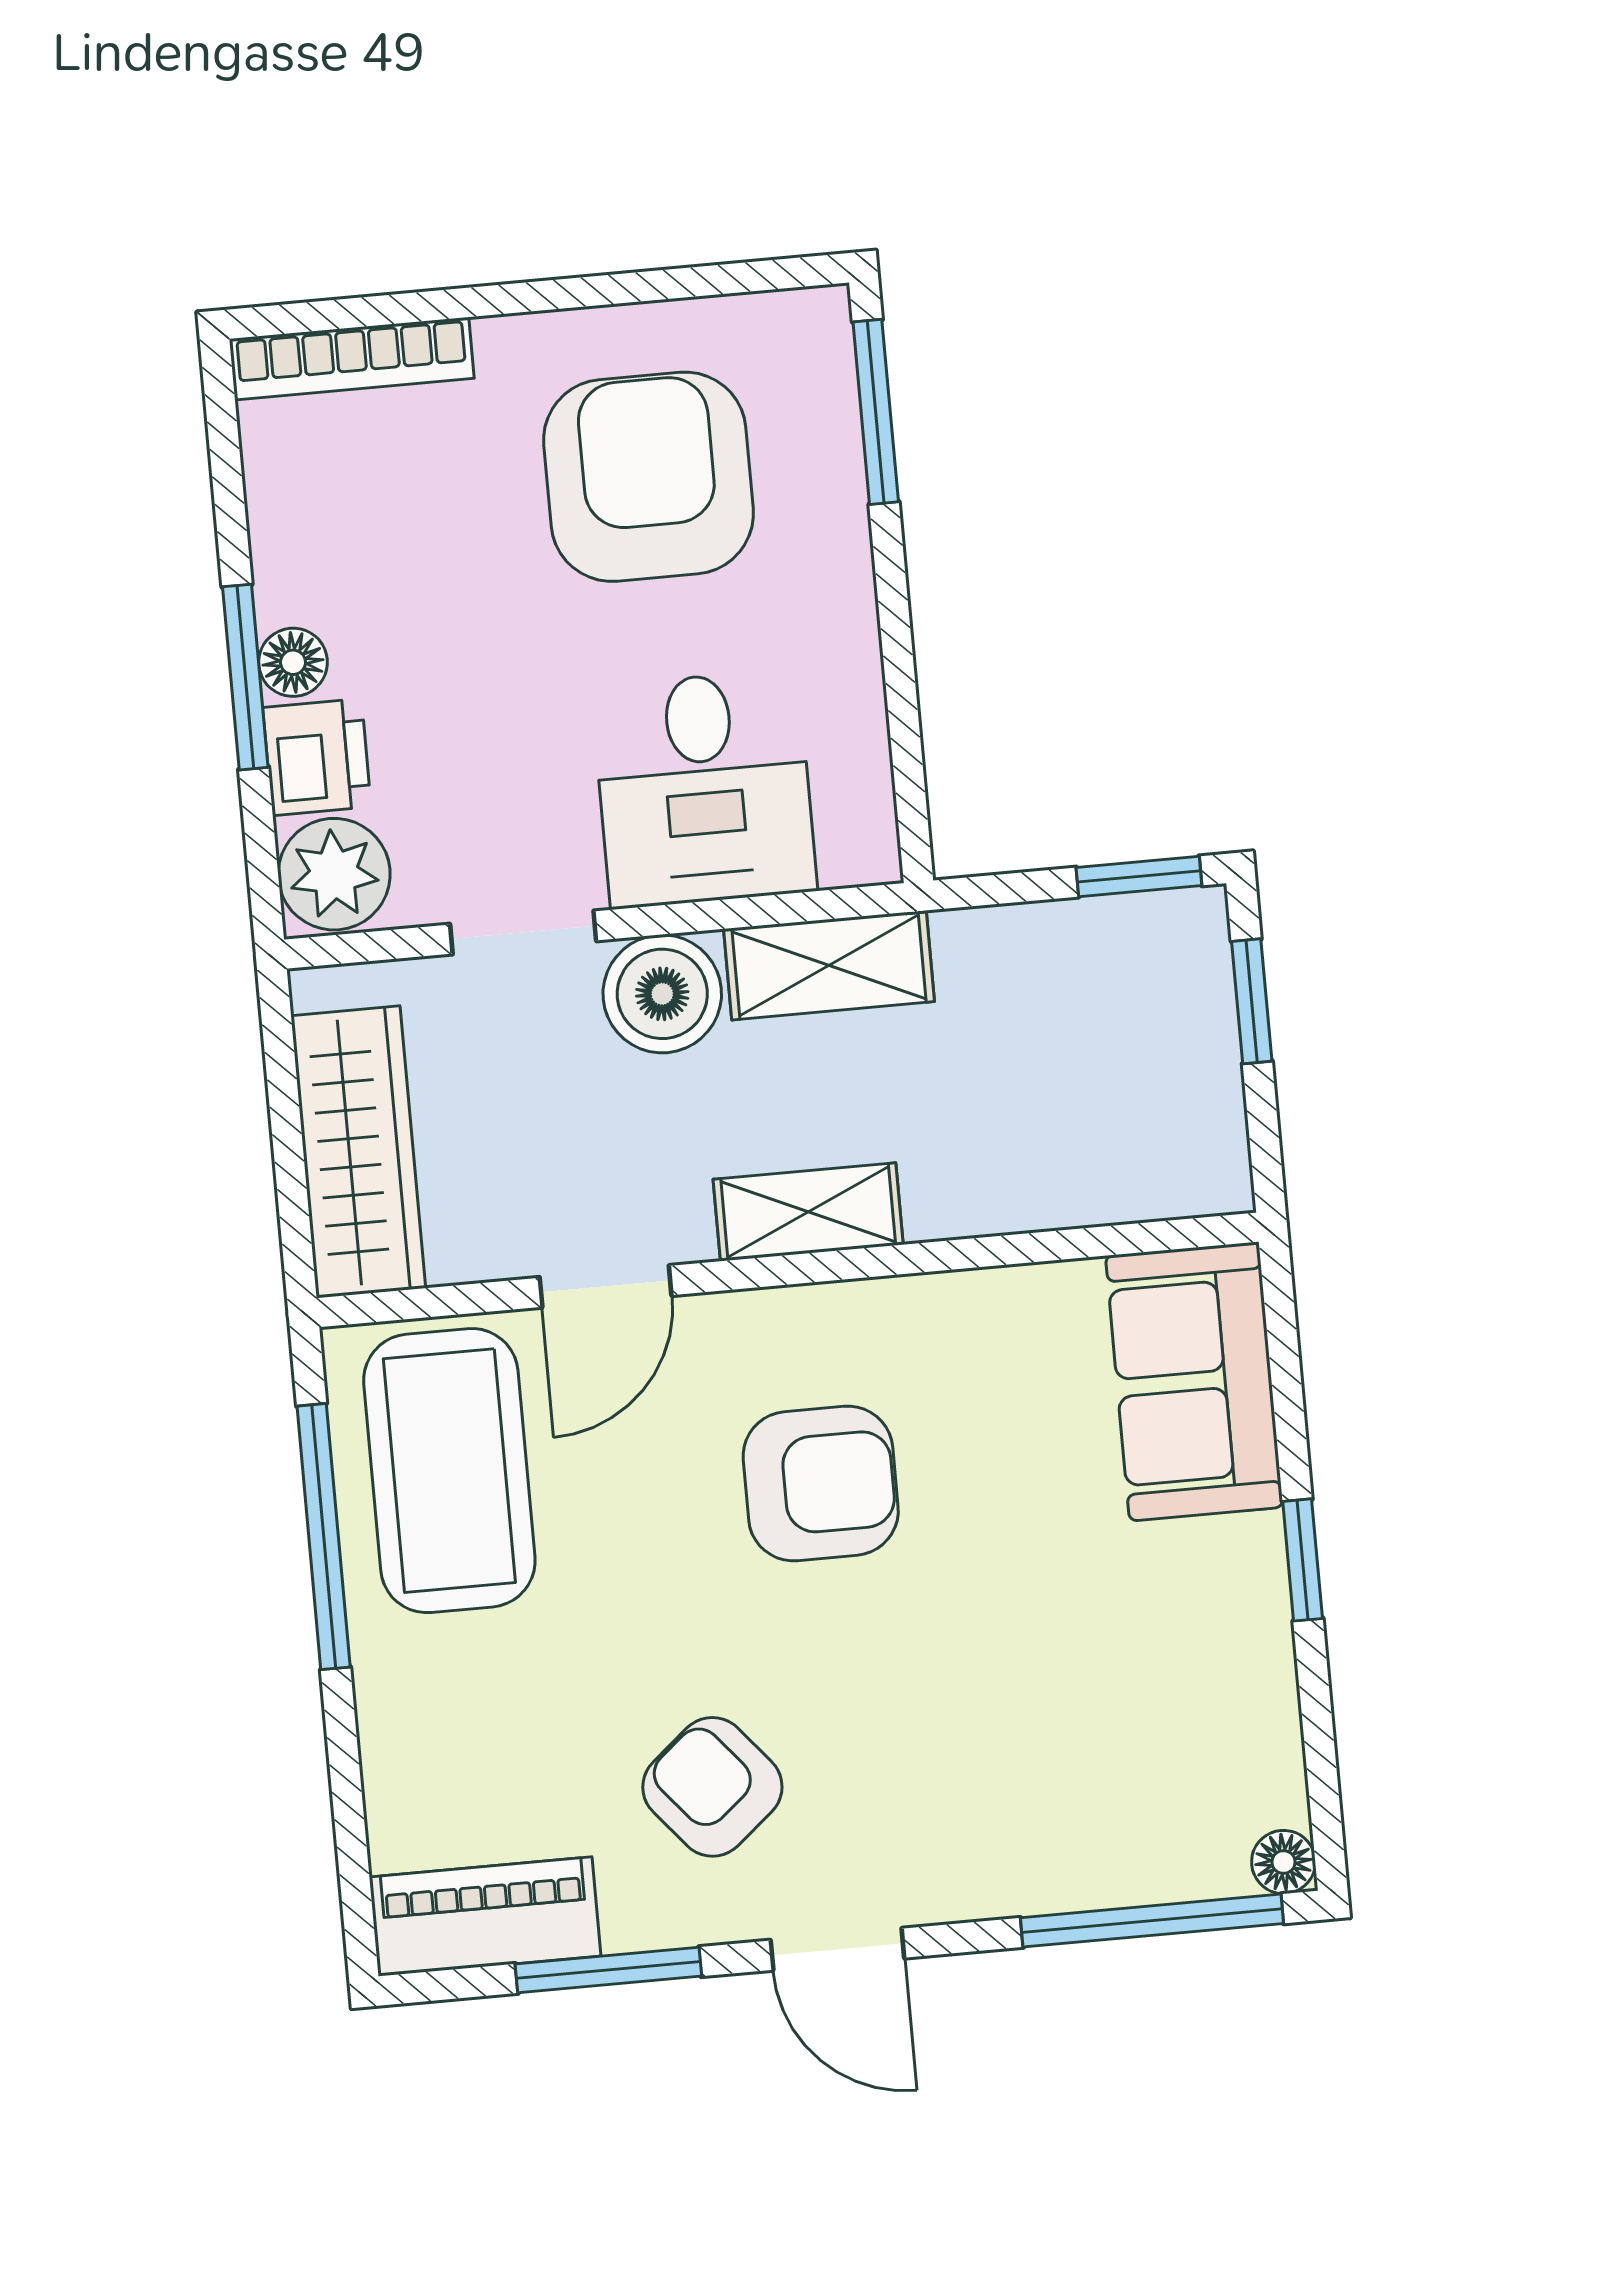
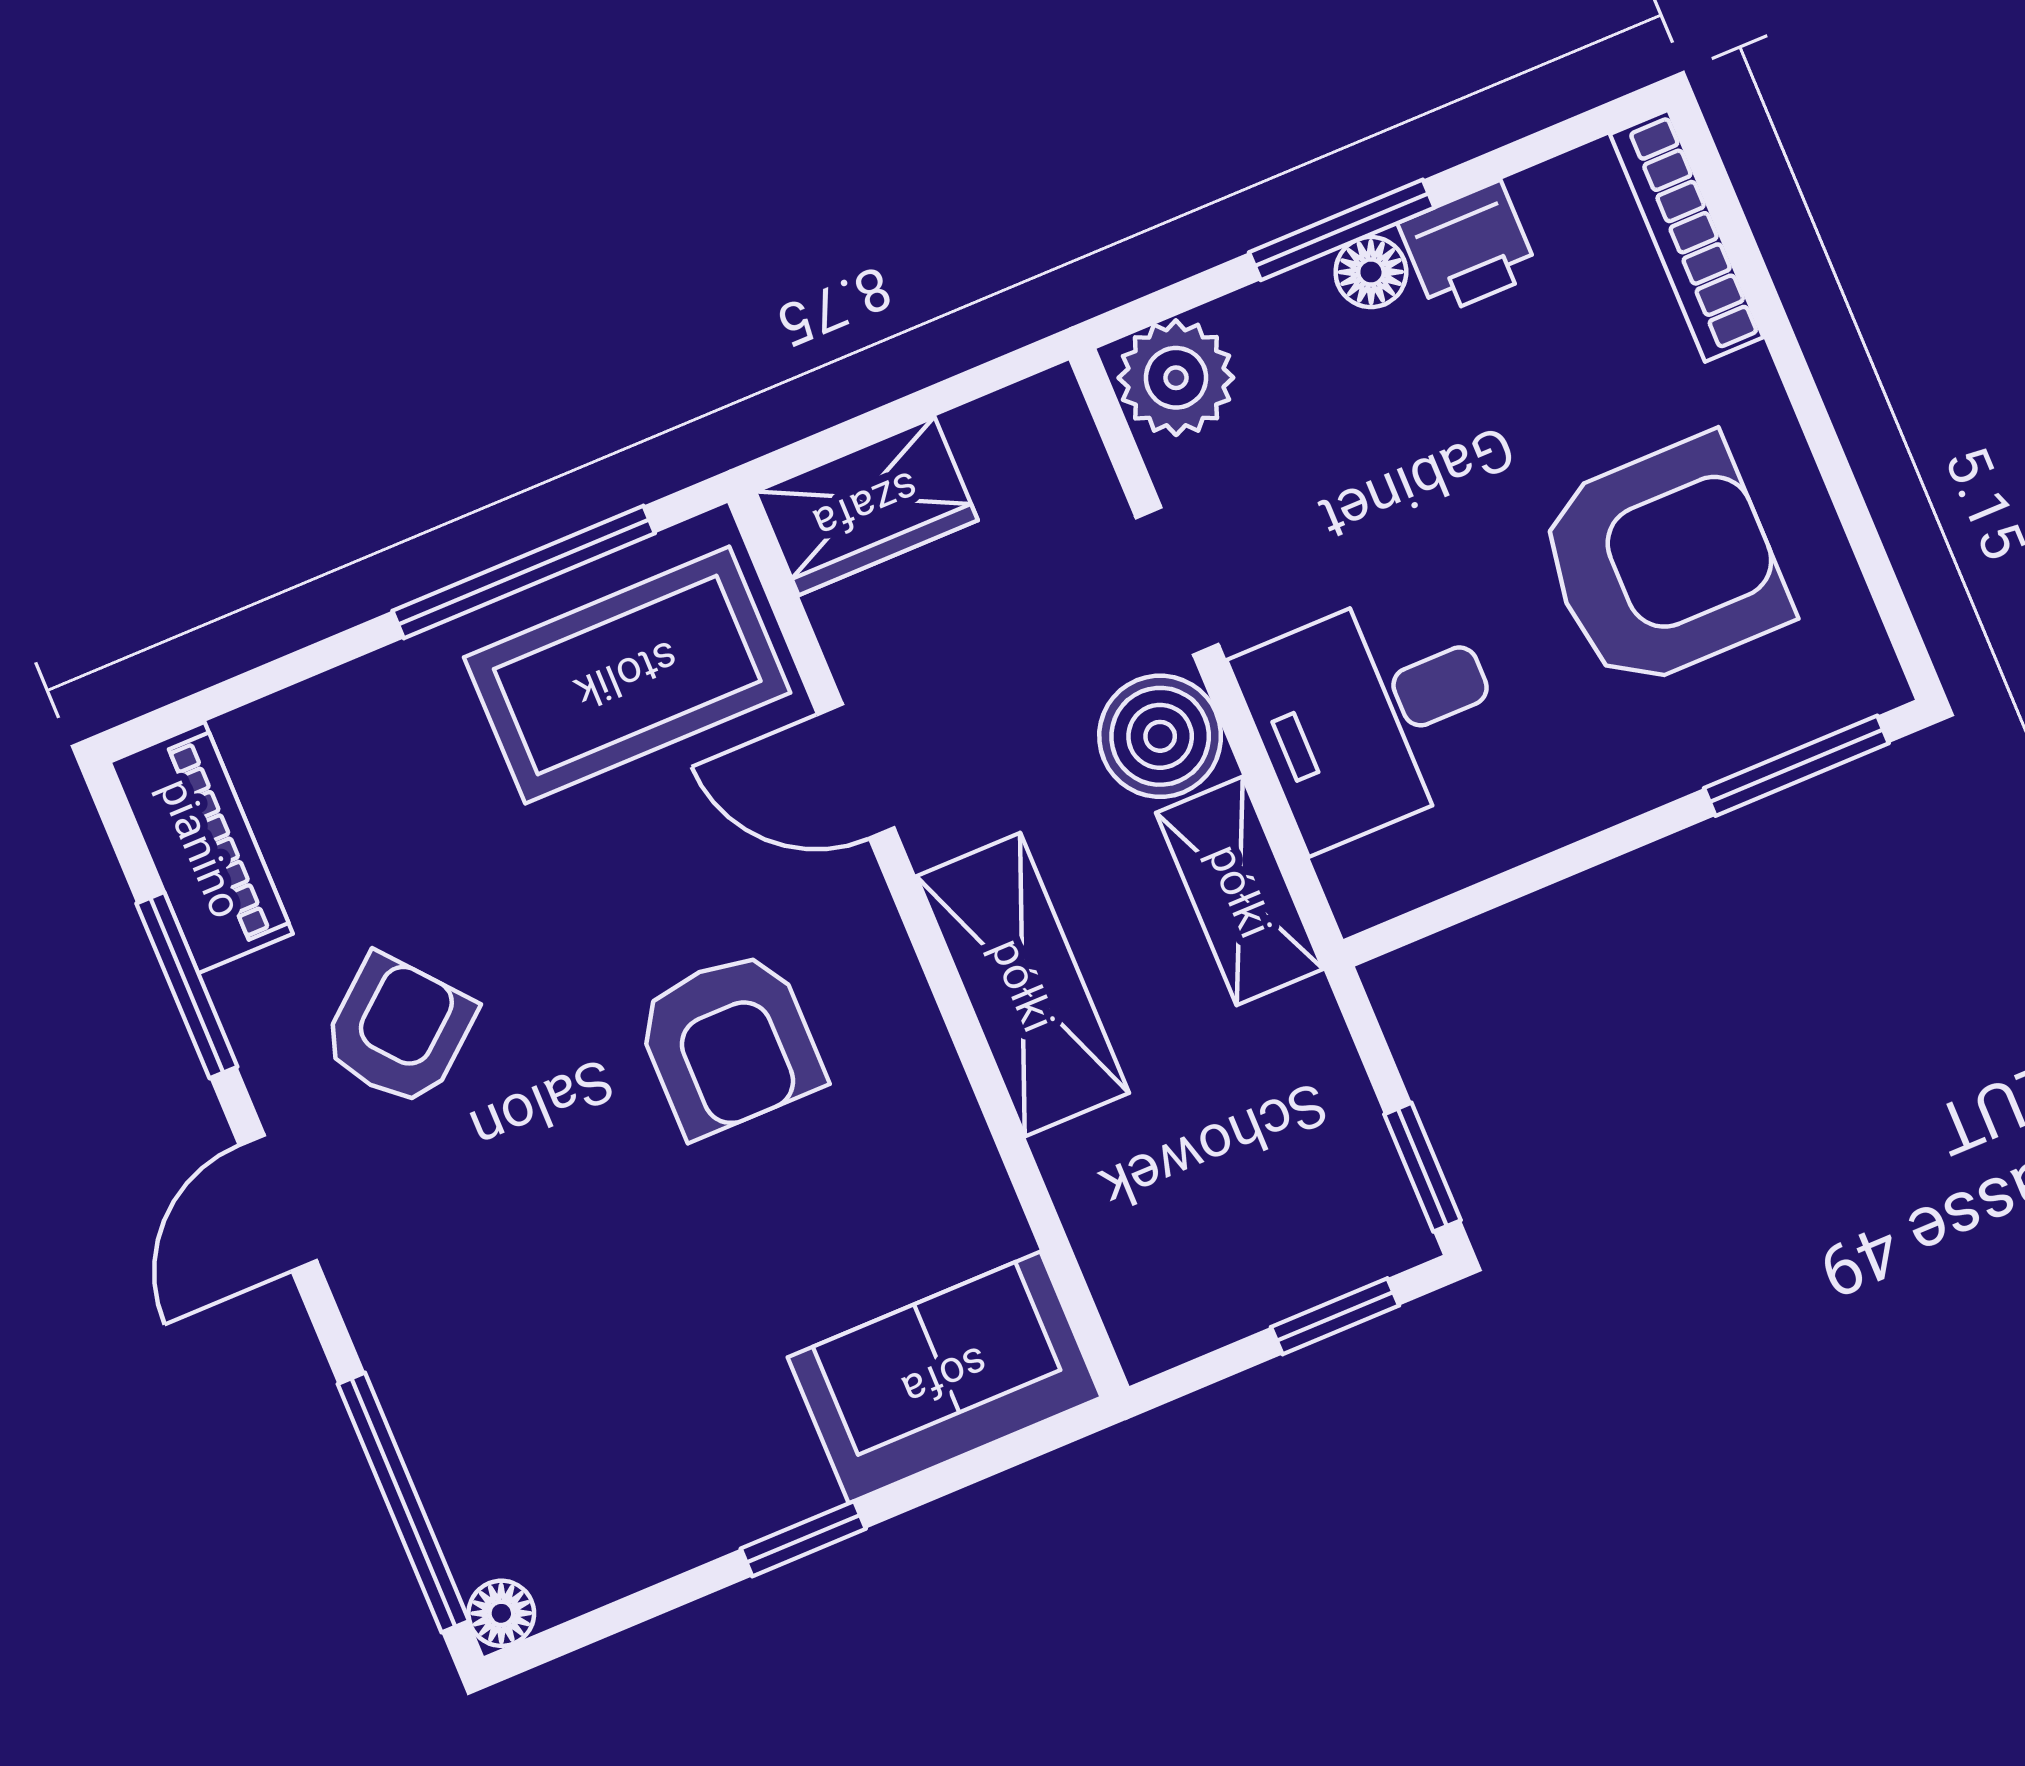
printer: (317, 757) -> (1468, 248), moved
wardrobe: (358, 1152) -> (866, 506), width x0.67
shelving: (808, 1212) -> (1023, 985), width x1.50, depth x1.33

